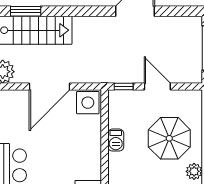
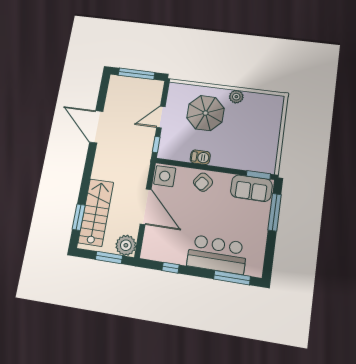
armchair: (87, 148) -> (203, 182), added

